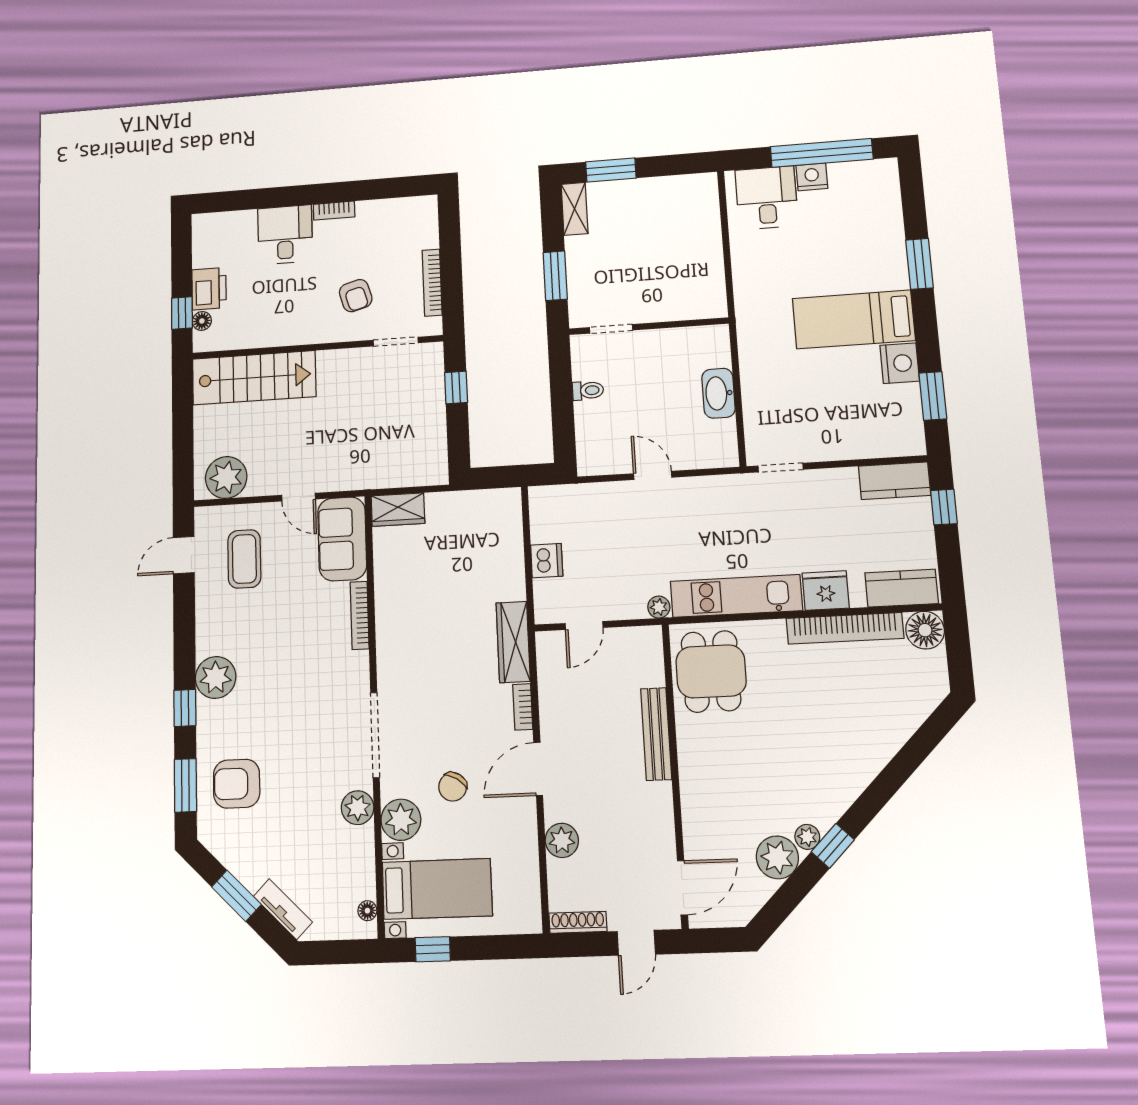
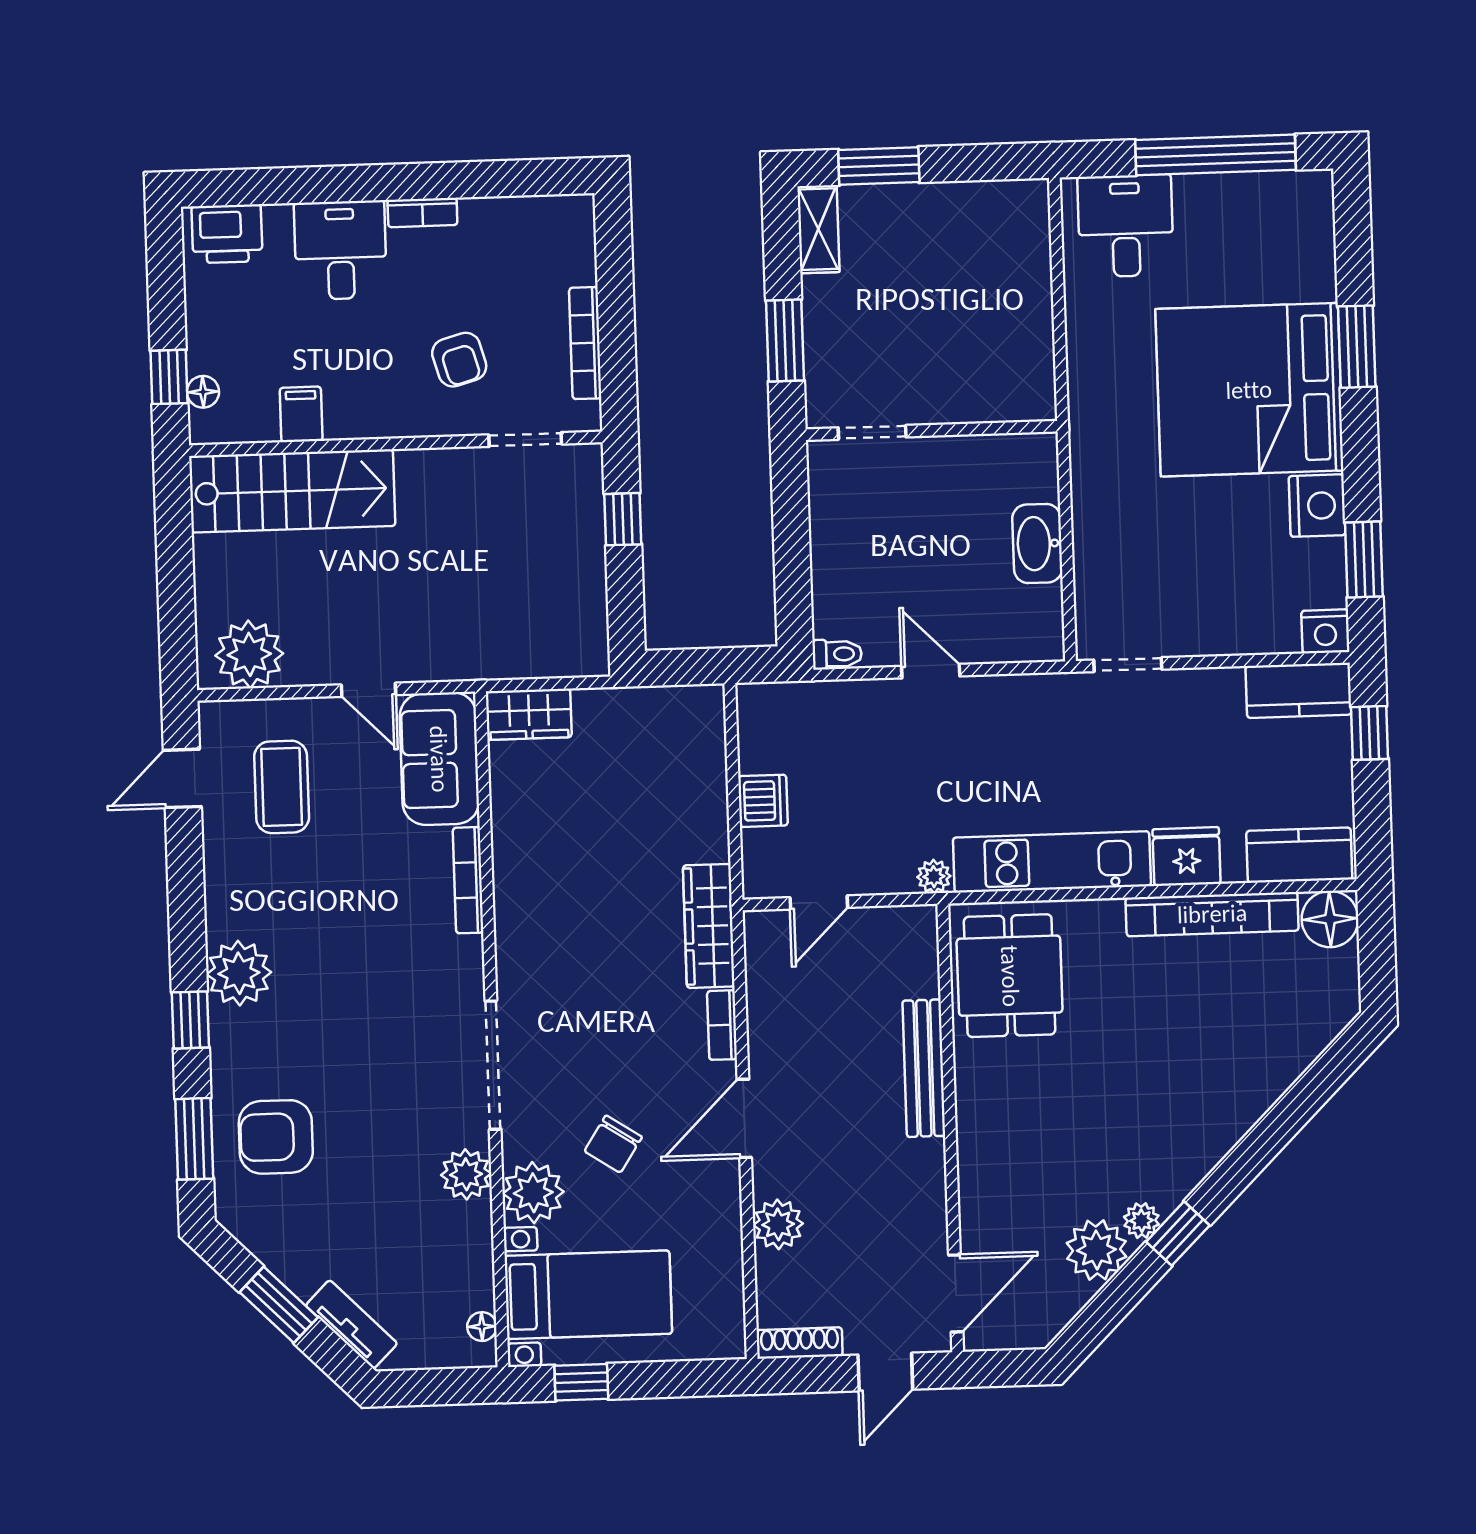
nightstand: (812, 177) -> (1325, 631), moved, turned 180
printer: (209, 289) -> (227, 234), moved, turned 90
bed: (854, 319) -> (1249, 390), width x2.04
filing cabinet: (260, 332) -> (301, 414), added
toilet: (588, 390) -> (837, 654), moved

